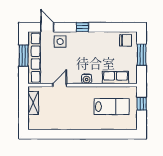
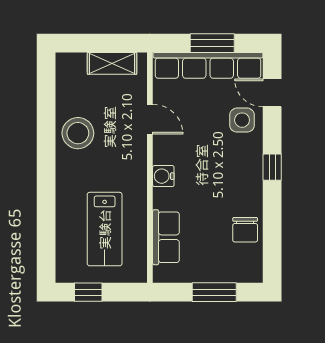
door: (47, 27) -> (272, 93), swing flipped
chair: (126, 40) -> (245, 230), moved
window: (142, 104) -> (88, 292), moved
stool: (66, 119) -> (78, 133), added

